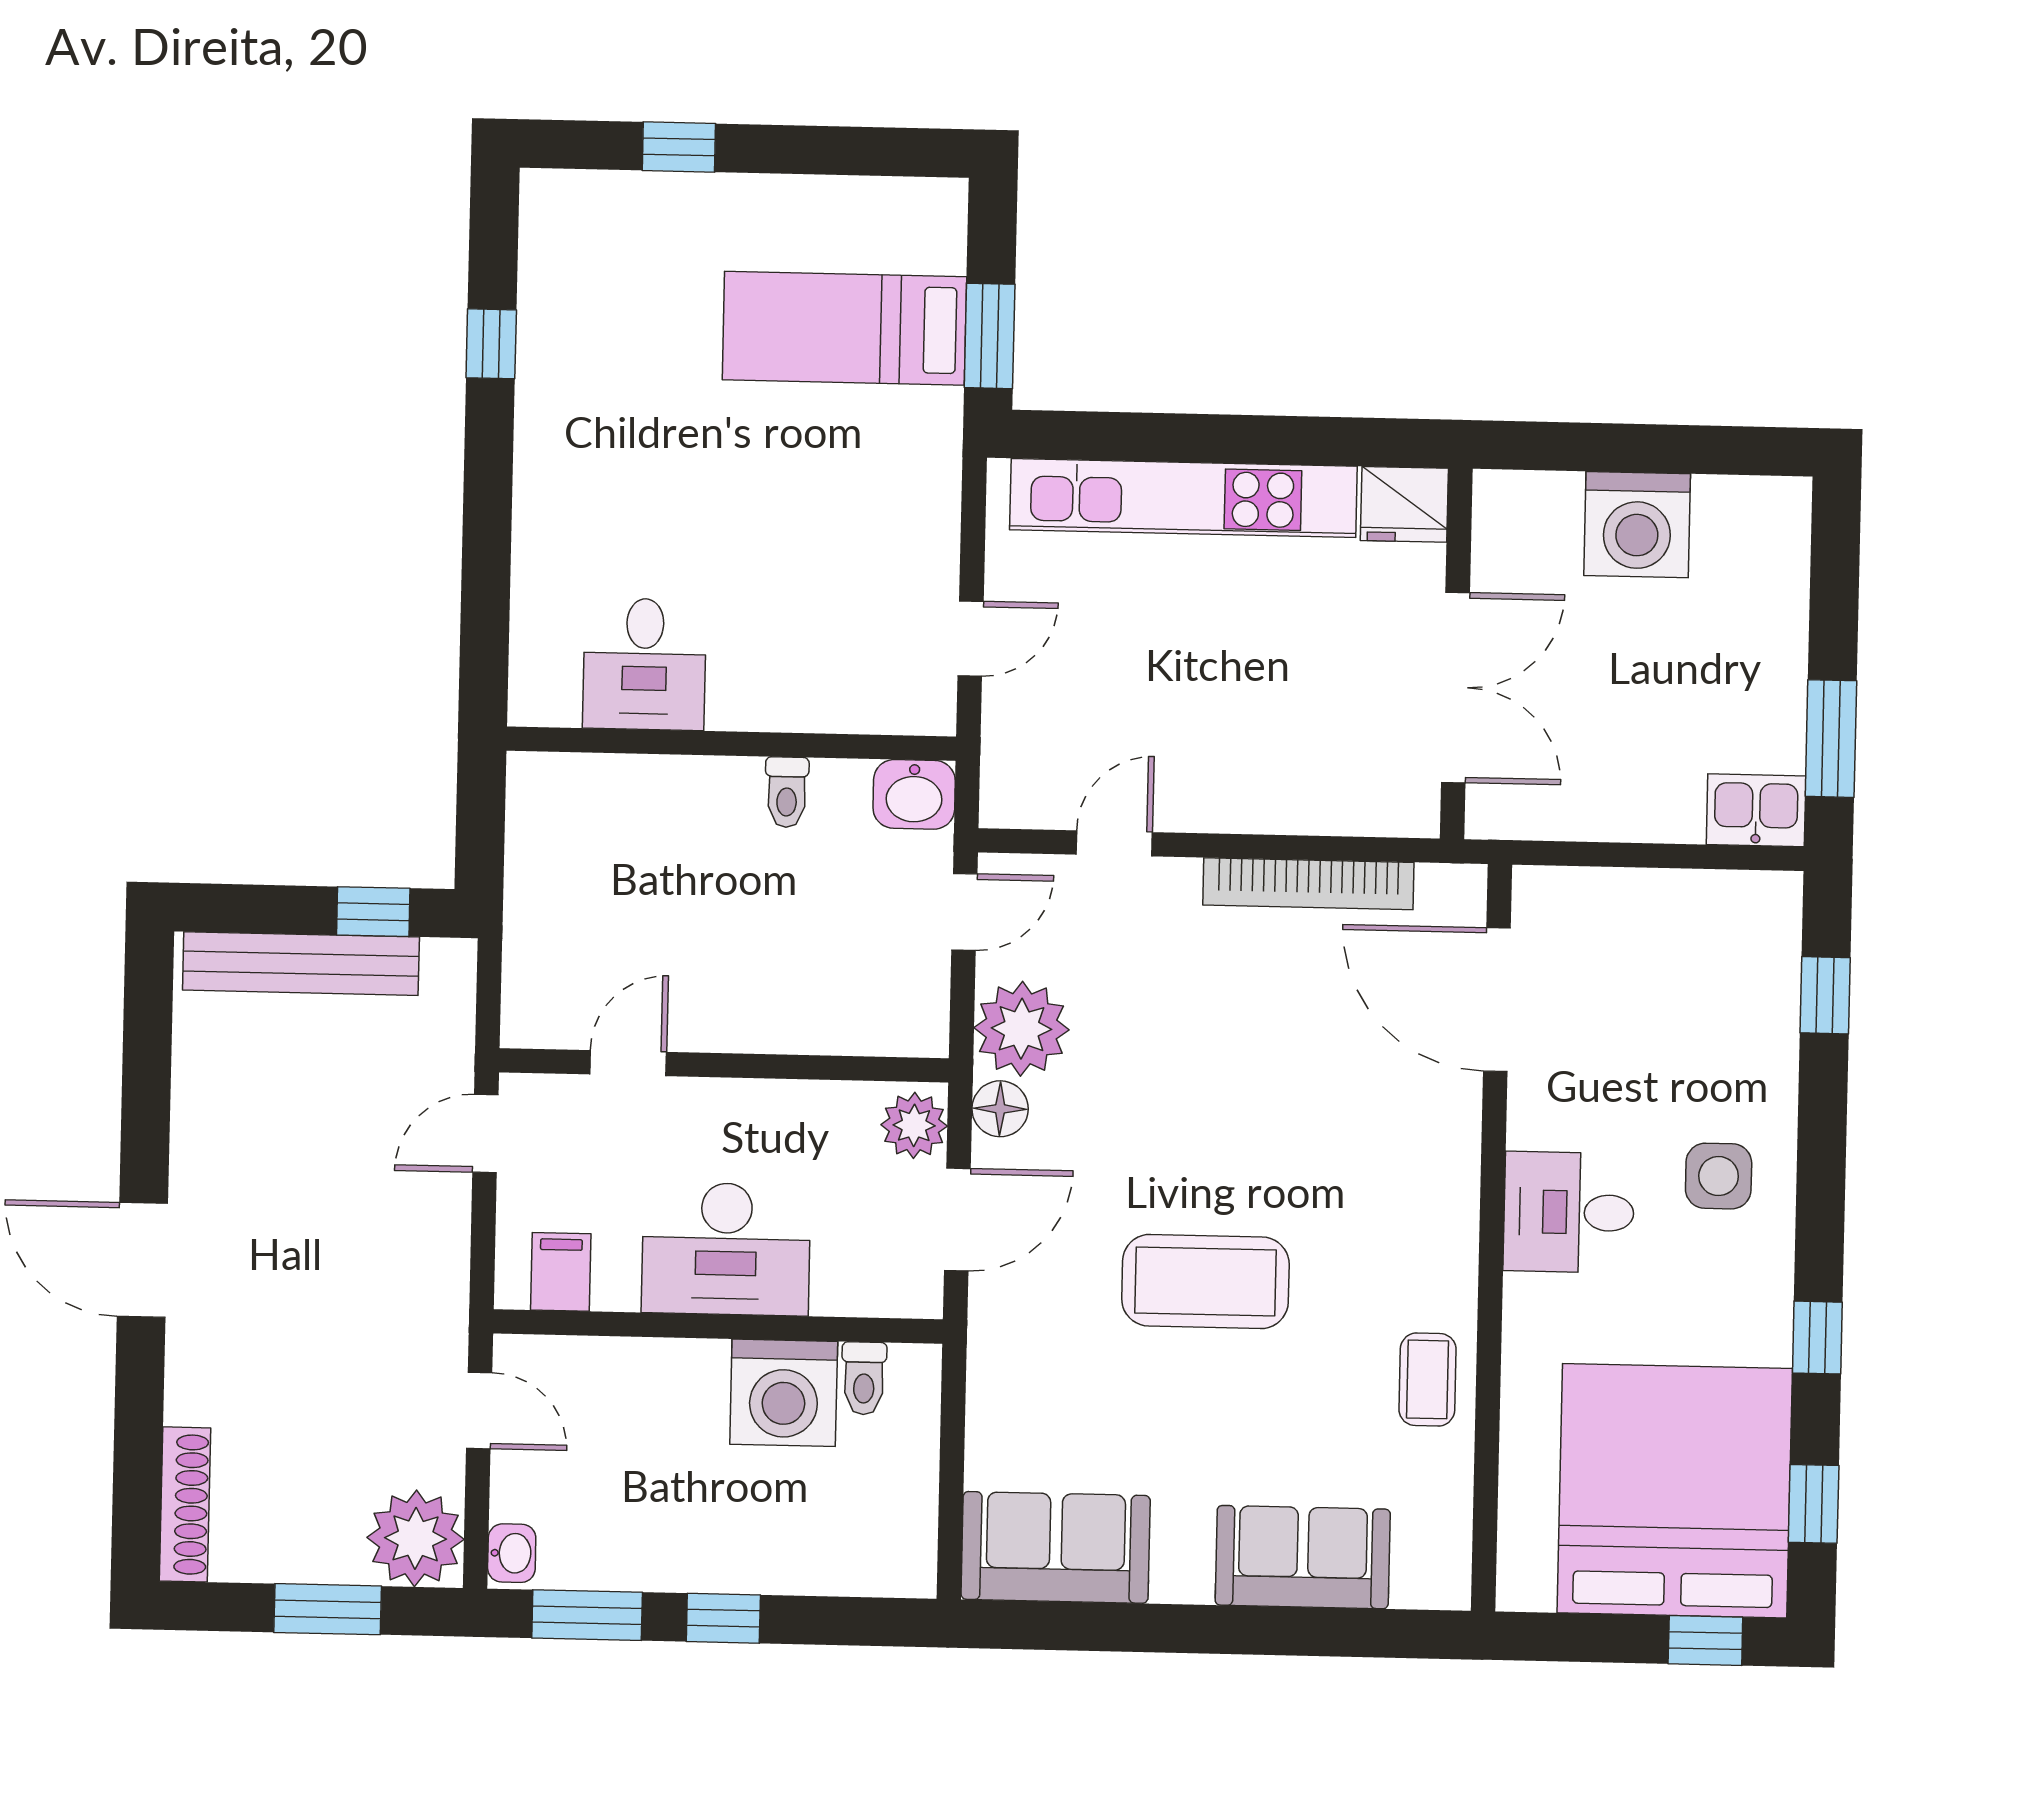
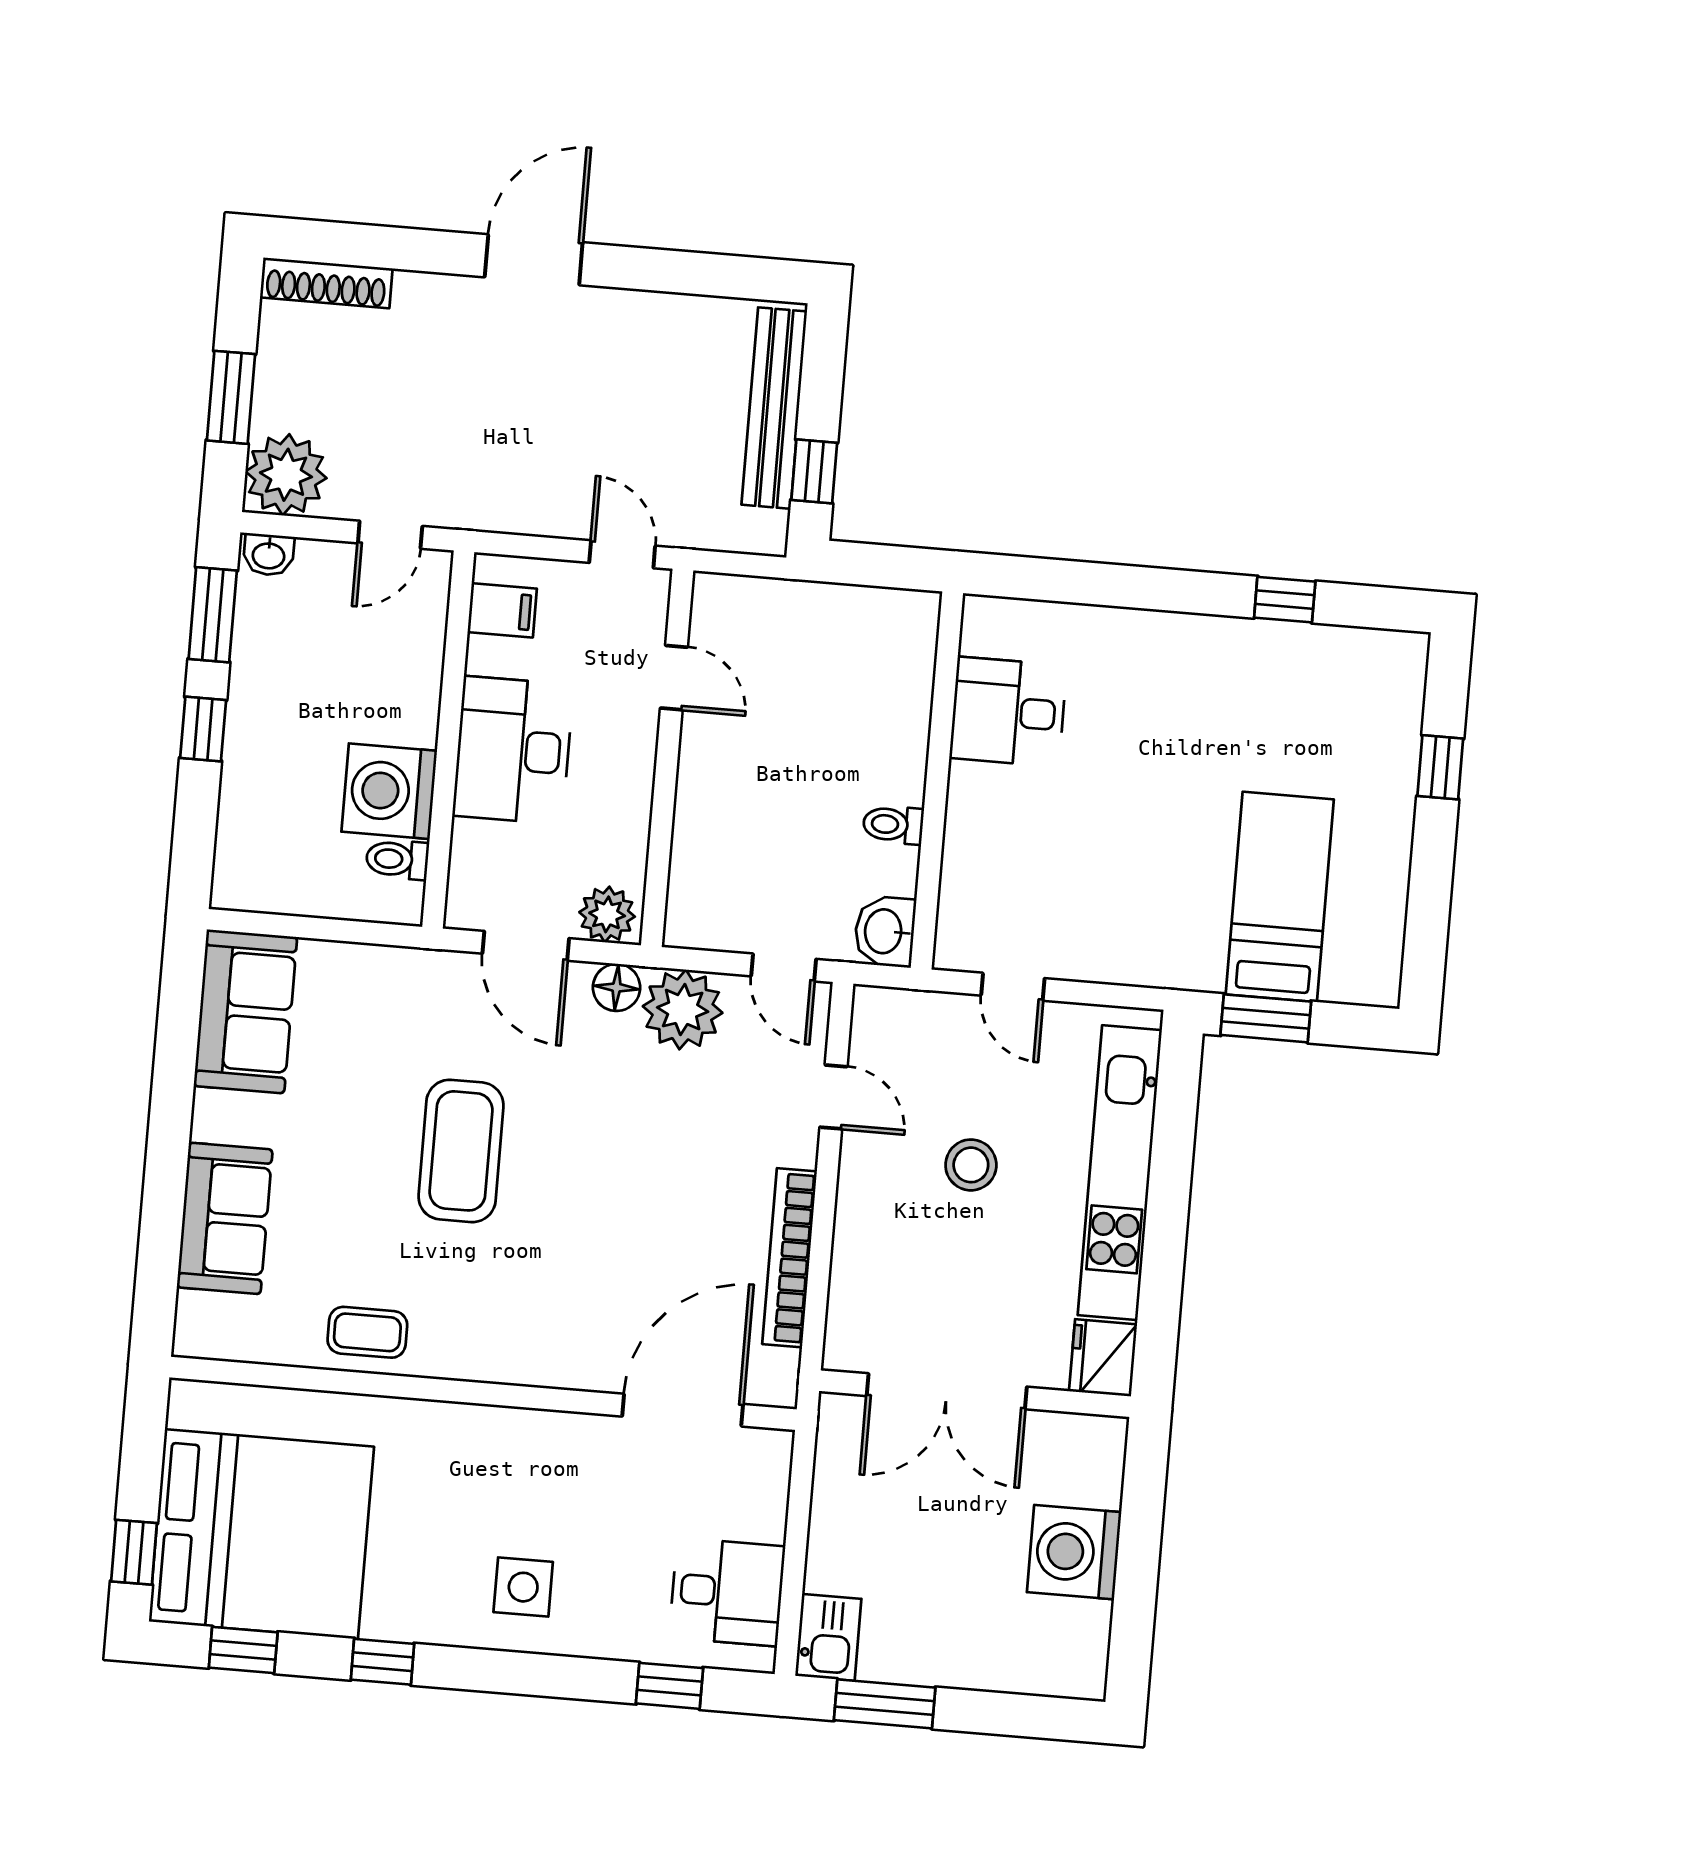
stool: (1185, 675) -> (971, 1165), added
desk: (1569, 1212) -> (727, 1592), moved, turned 90

